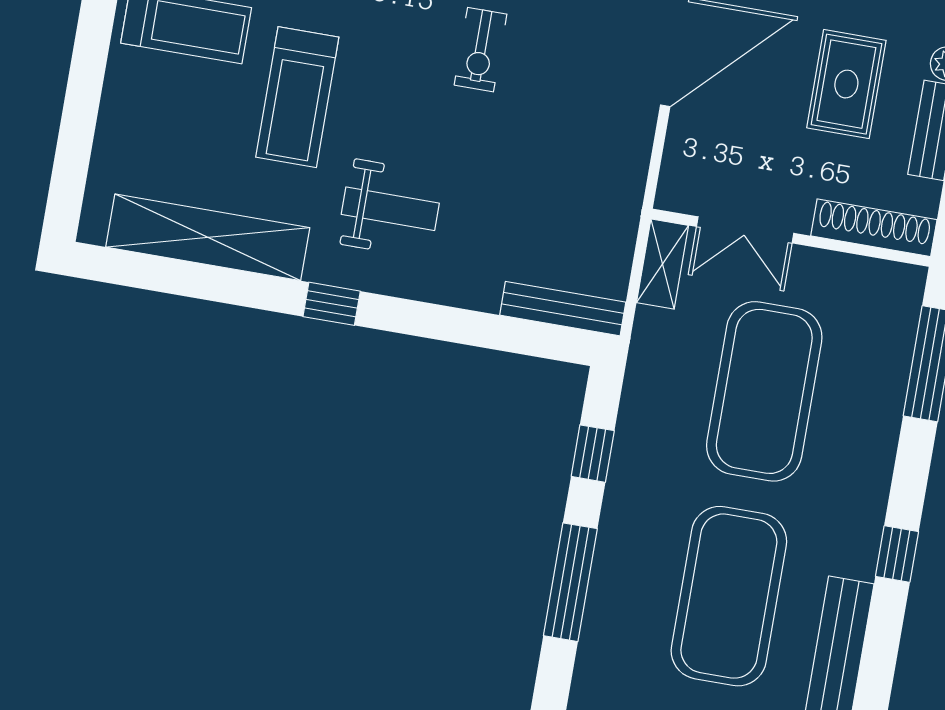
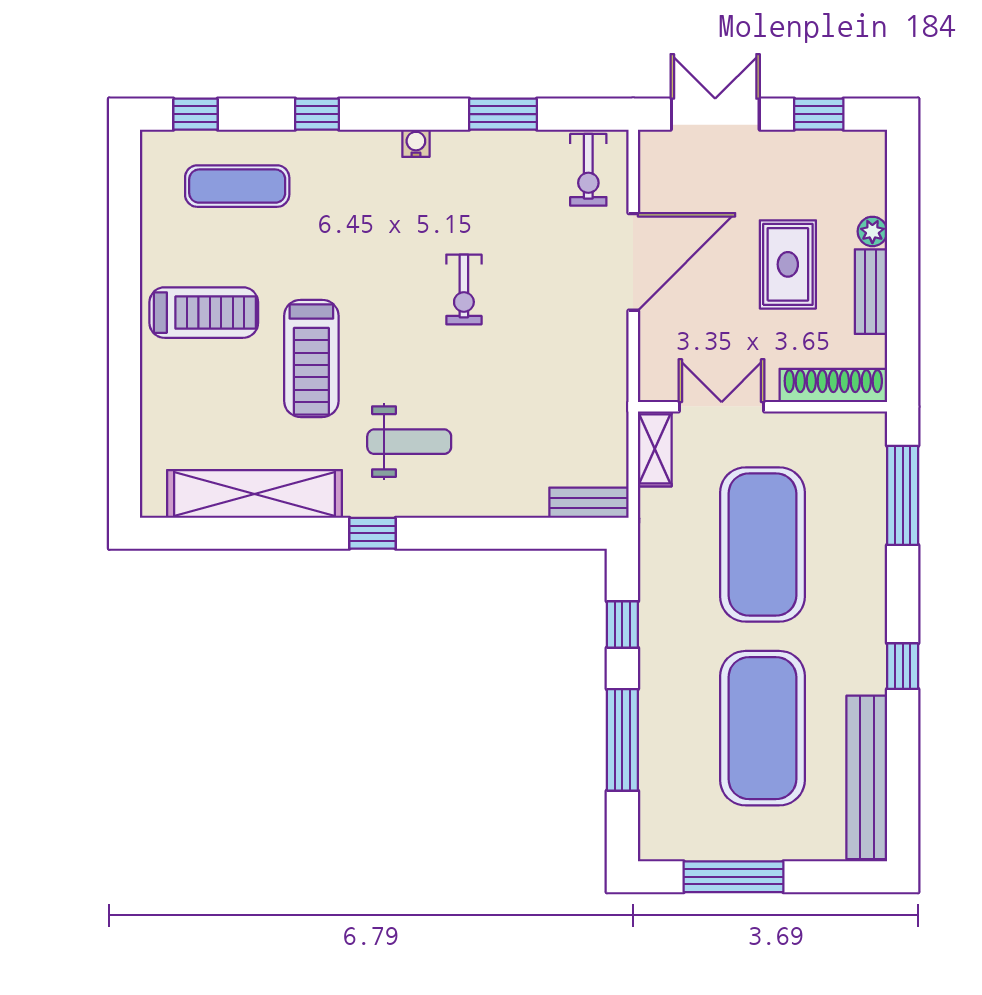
double door: (745, 230) -> (722, 407), swing flipped
bench: (563, 309) -> (589, 503), width x0.73

